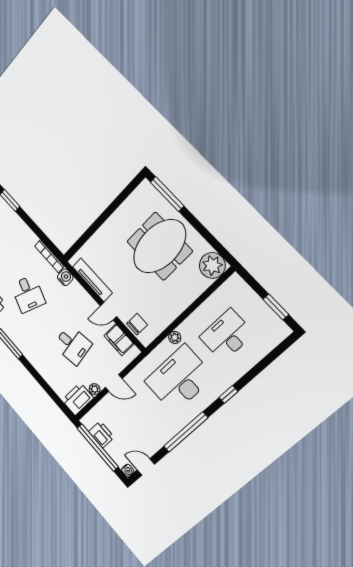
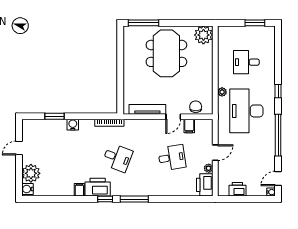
water cooler: (65, 277) -> (73, 125), moved
desk: (227, 335) -> (246, 62), width x0.73
filing cabinet: (119, 340) -> (189, 126), width x0.50
window: (98, 447) -> (243, 199), removed

